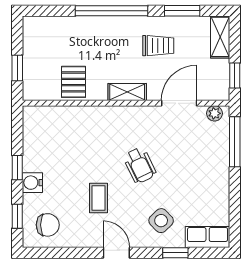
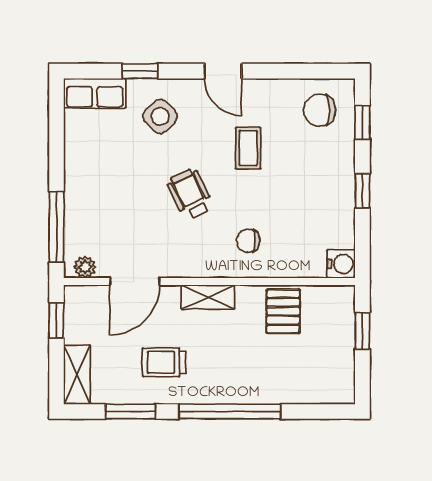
chair: (99, 132) -> (248, 241), added
water cooler: (32, 183) -> (341, 264), moved

